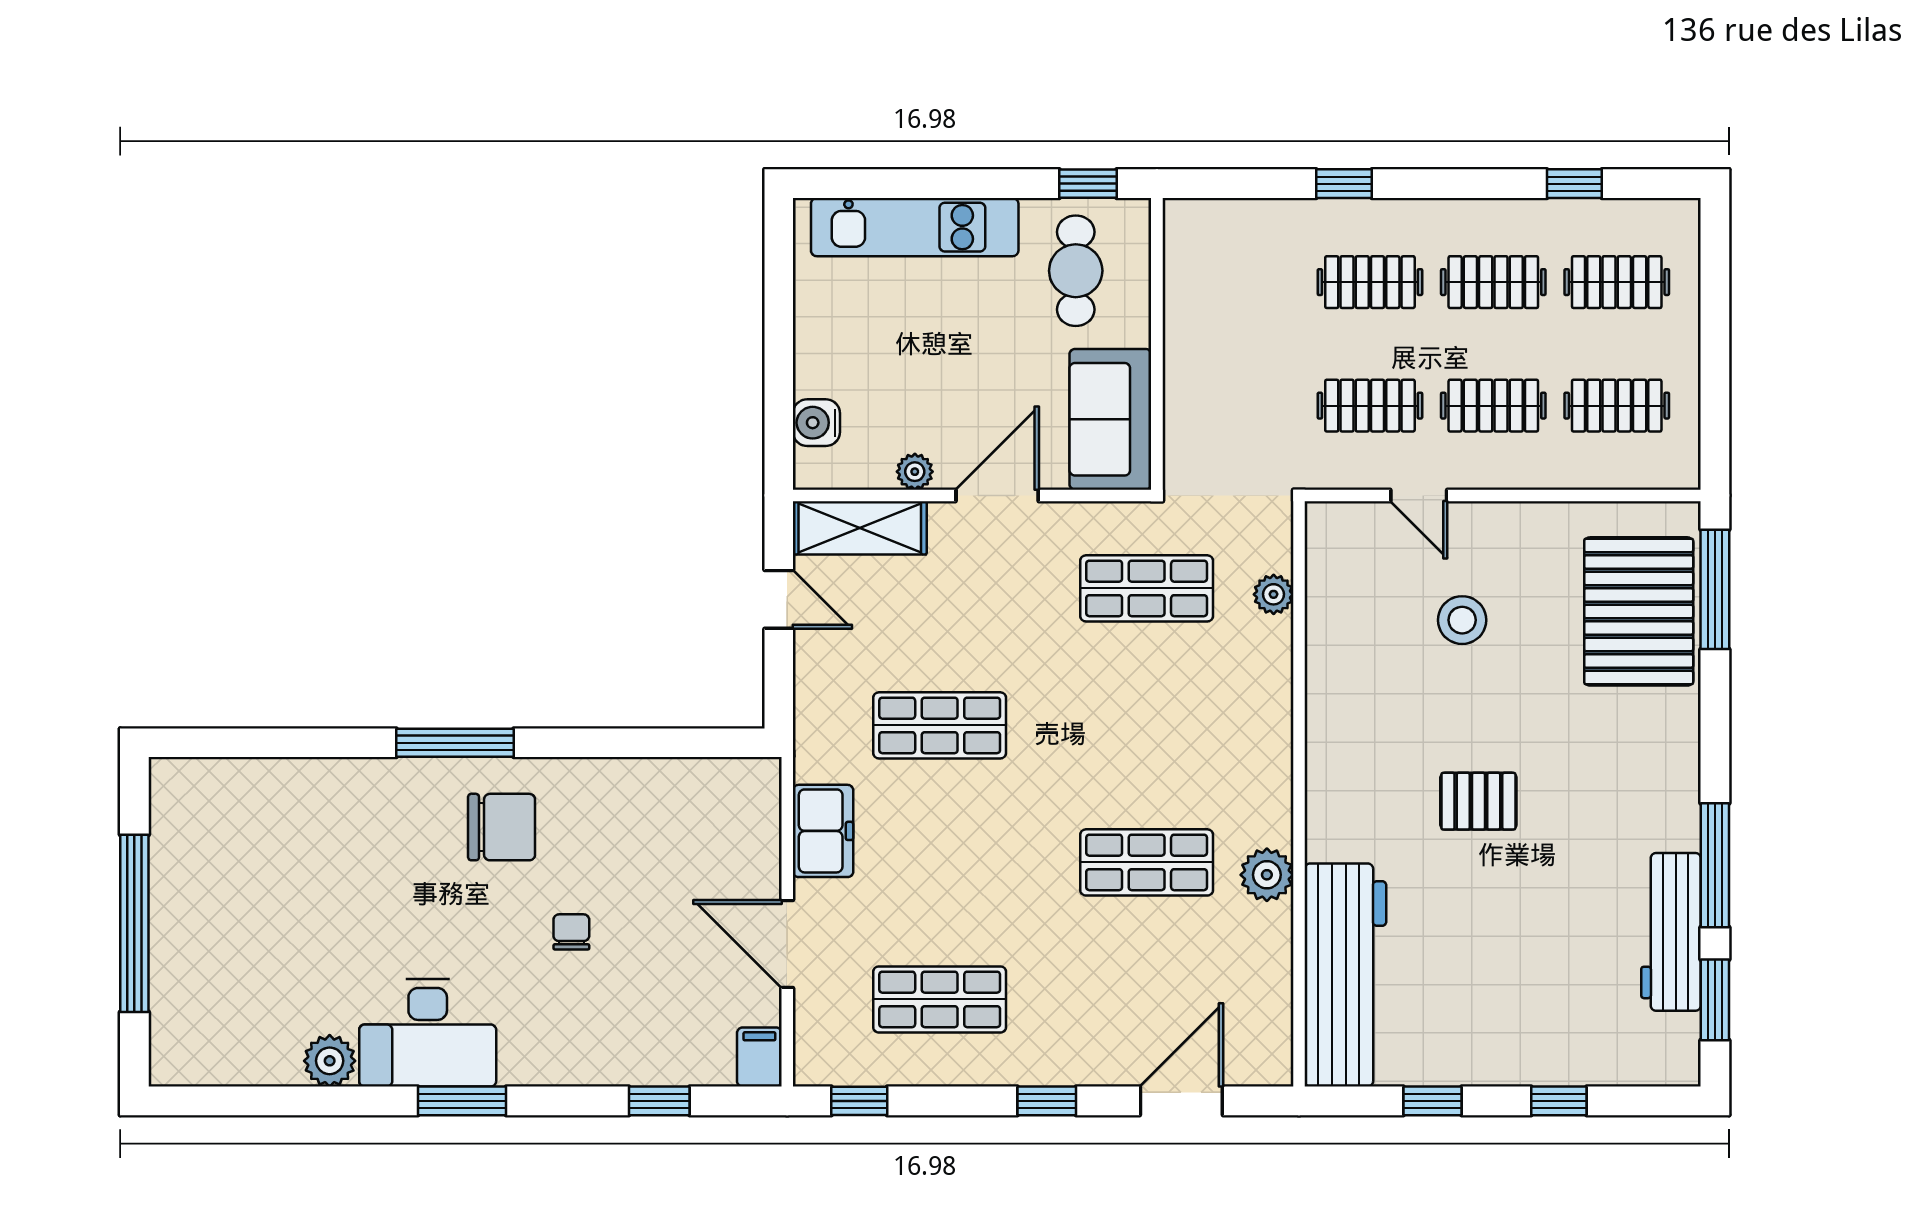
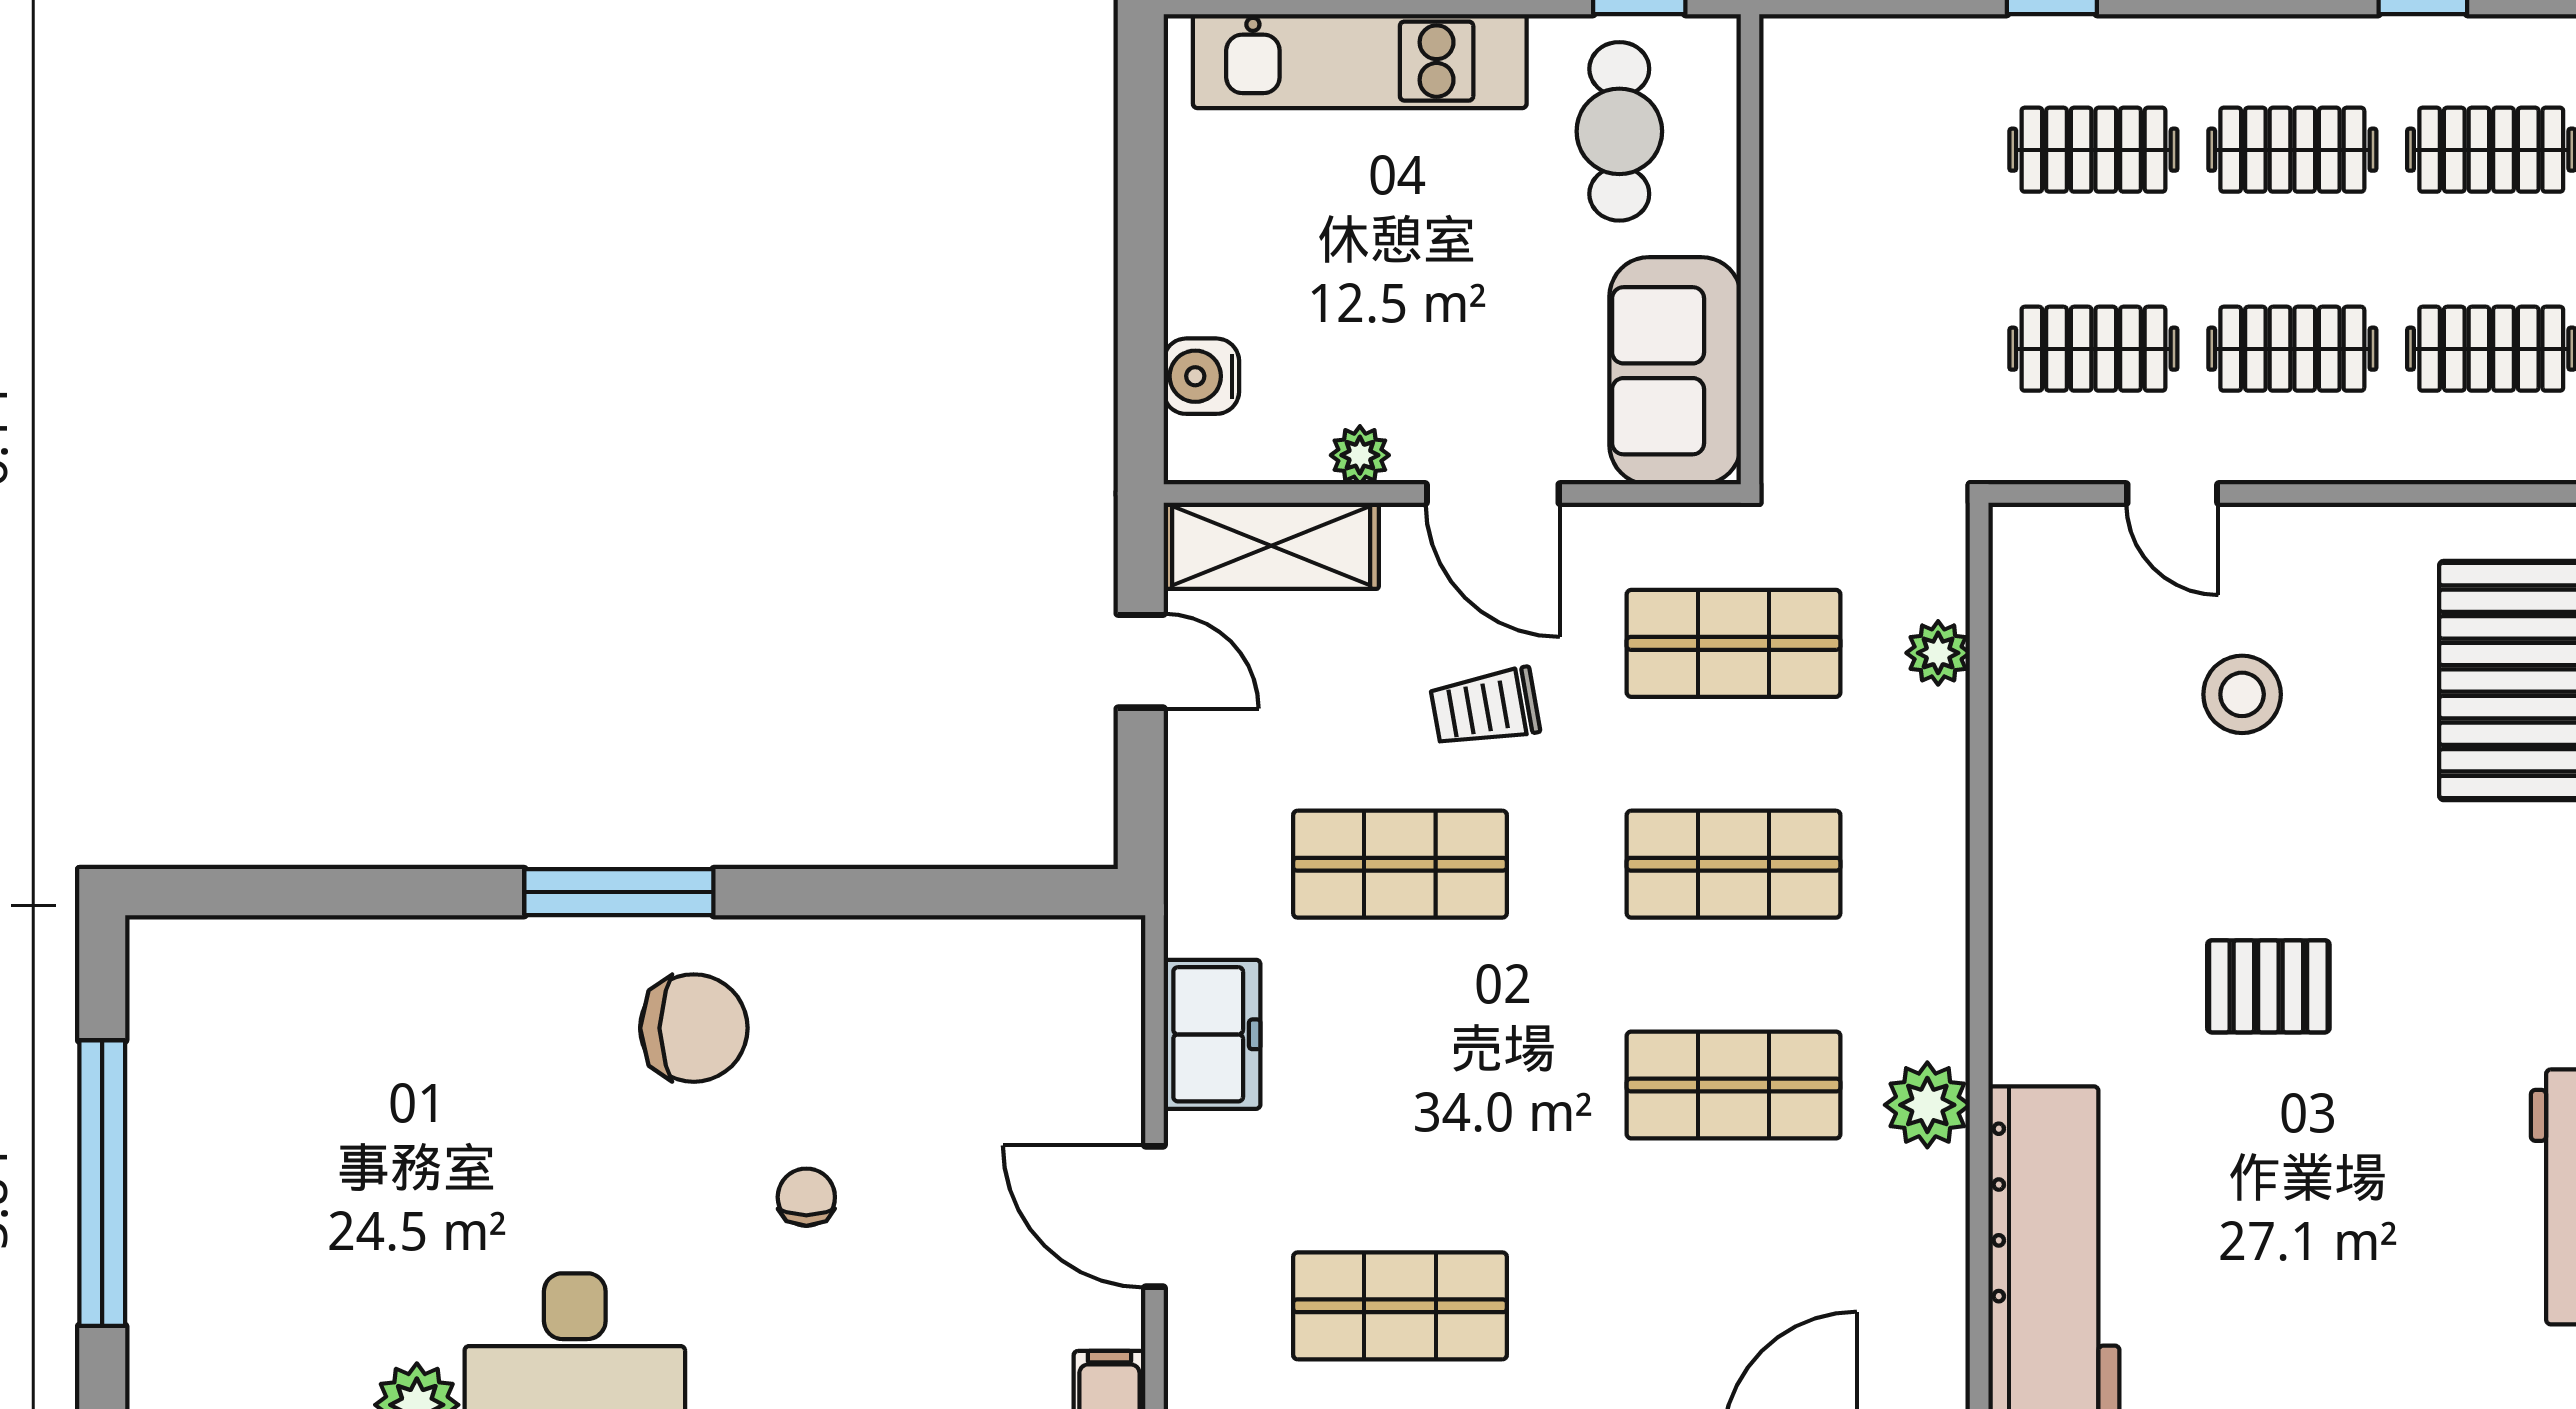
door: (997, 495) -> (1493, 494), swing flipped
trolley: (992, 628) -> (1485, 708), added
shop shelf: (1147, 725) -> (1734, 864), added

